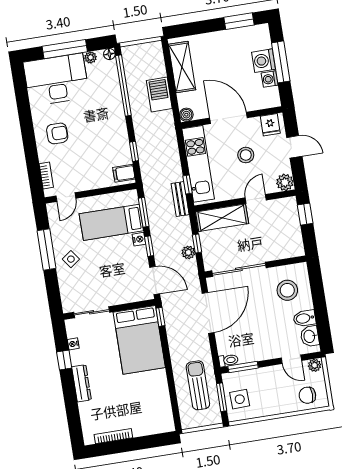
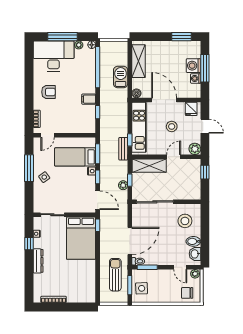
filing cabinet: (124, 173) -> (89, 99), moved
door: (208, 313) -> (130, 241), moved

